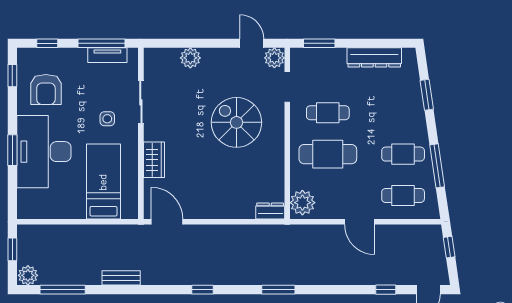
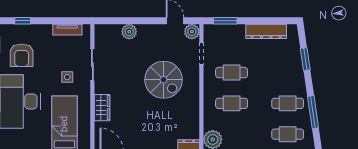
window: (101, 43) -> (63, 21), removed
spiral stairs: (236, 122) -> (164, 80), turned 180
cafe table: (328, 154) -> (232, 103), width x0.73, depth x0.74

